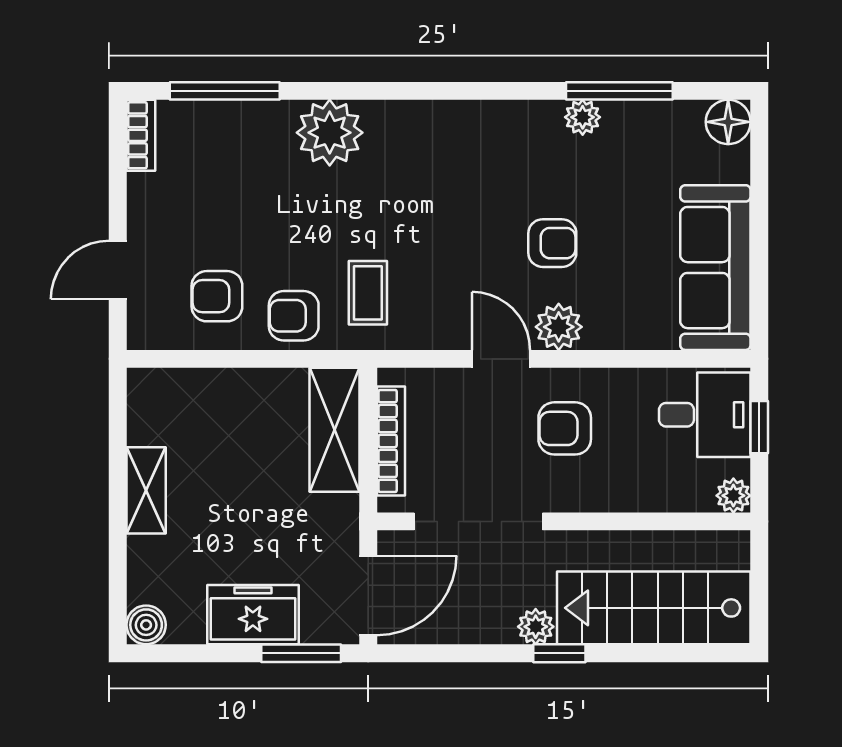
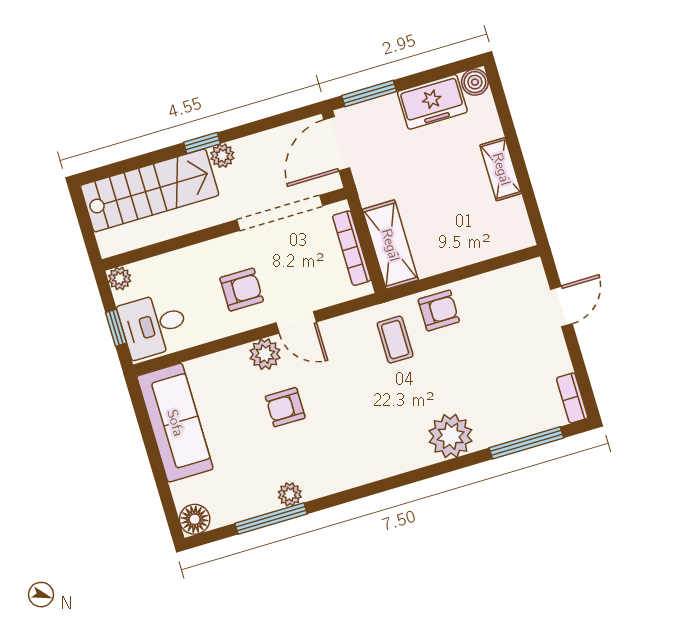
armchair: (217, 296) -> (492, 308), removed
freezer: (253, 615) -> (432, 102), moved

